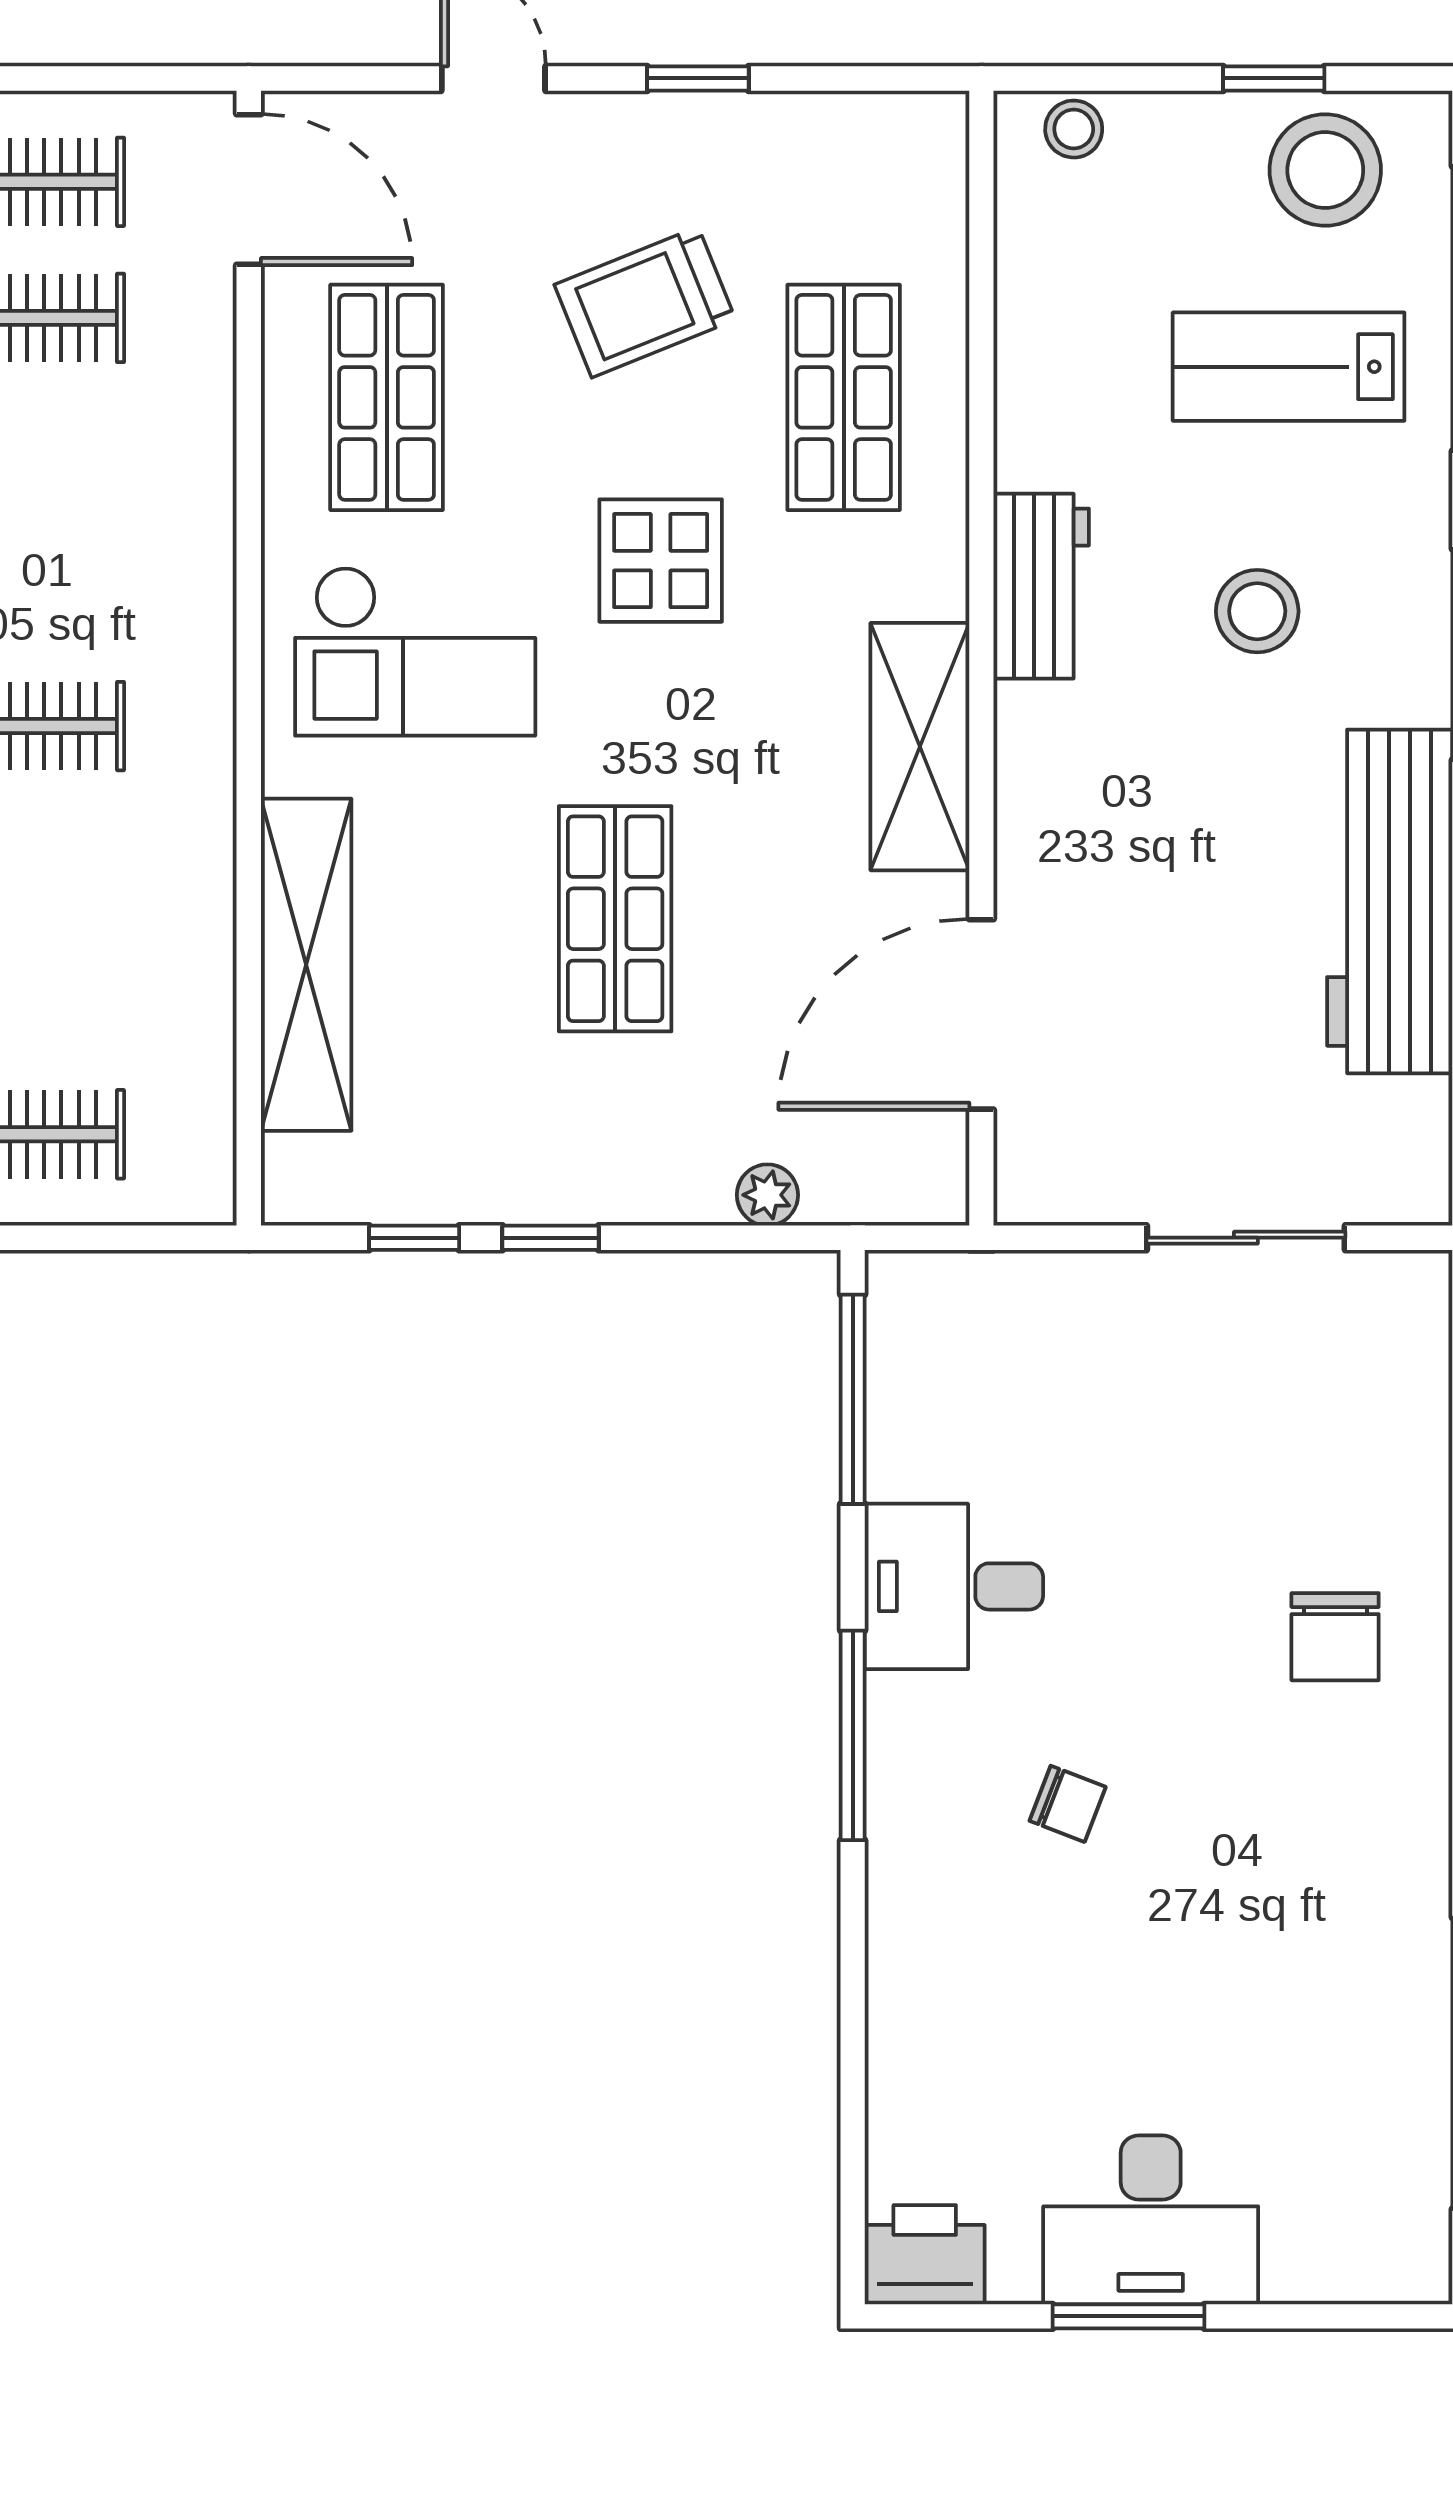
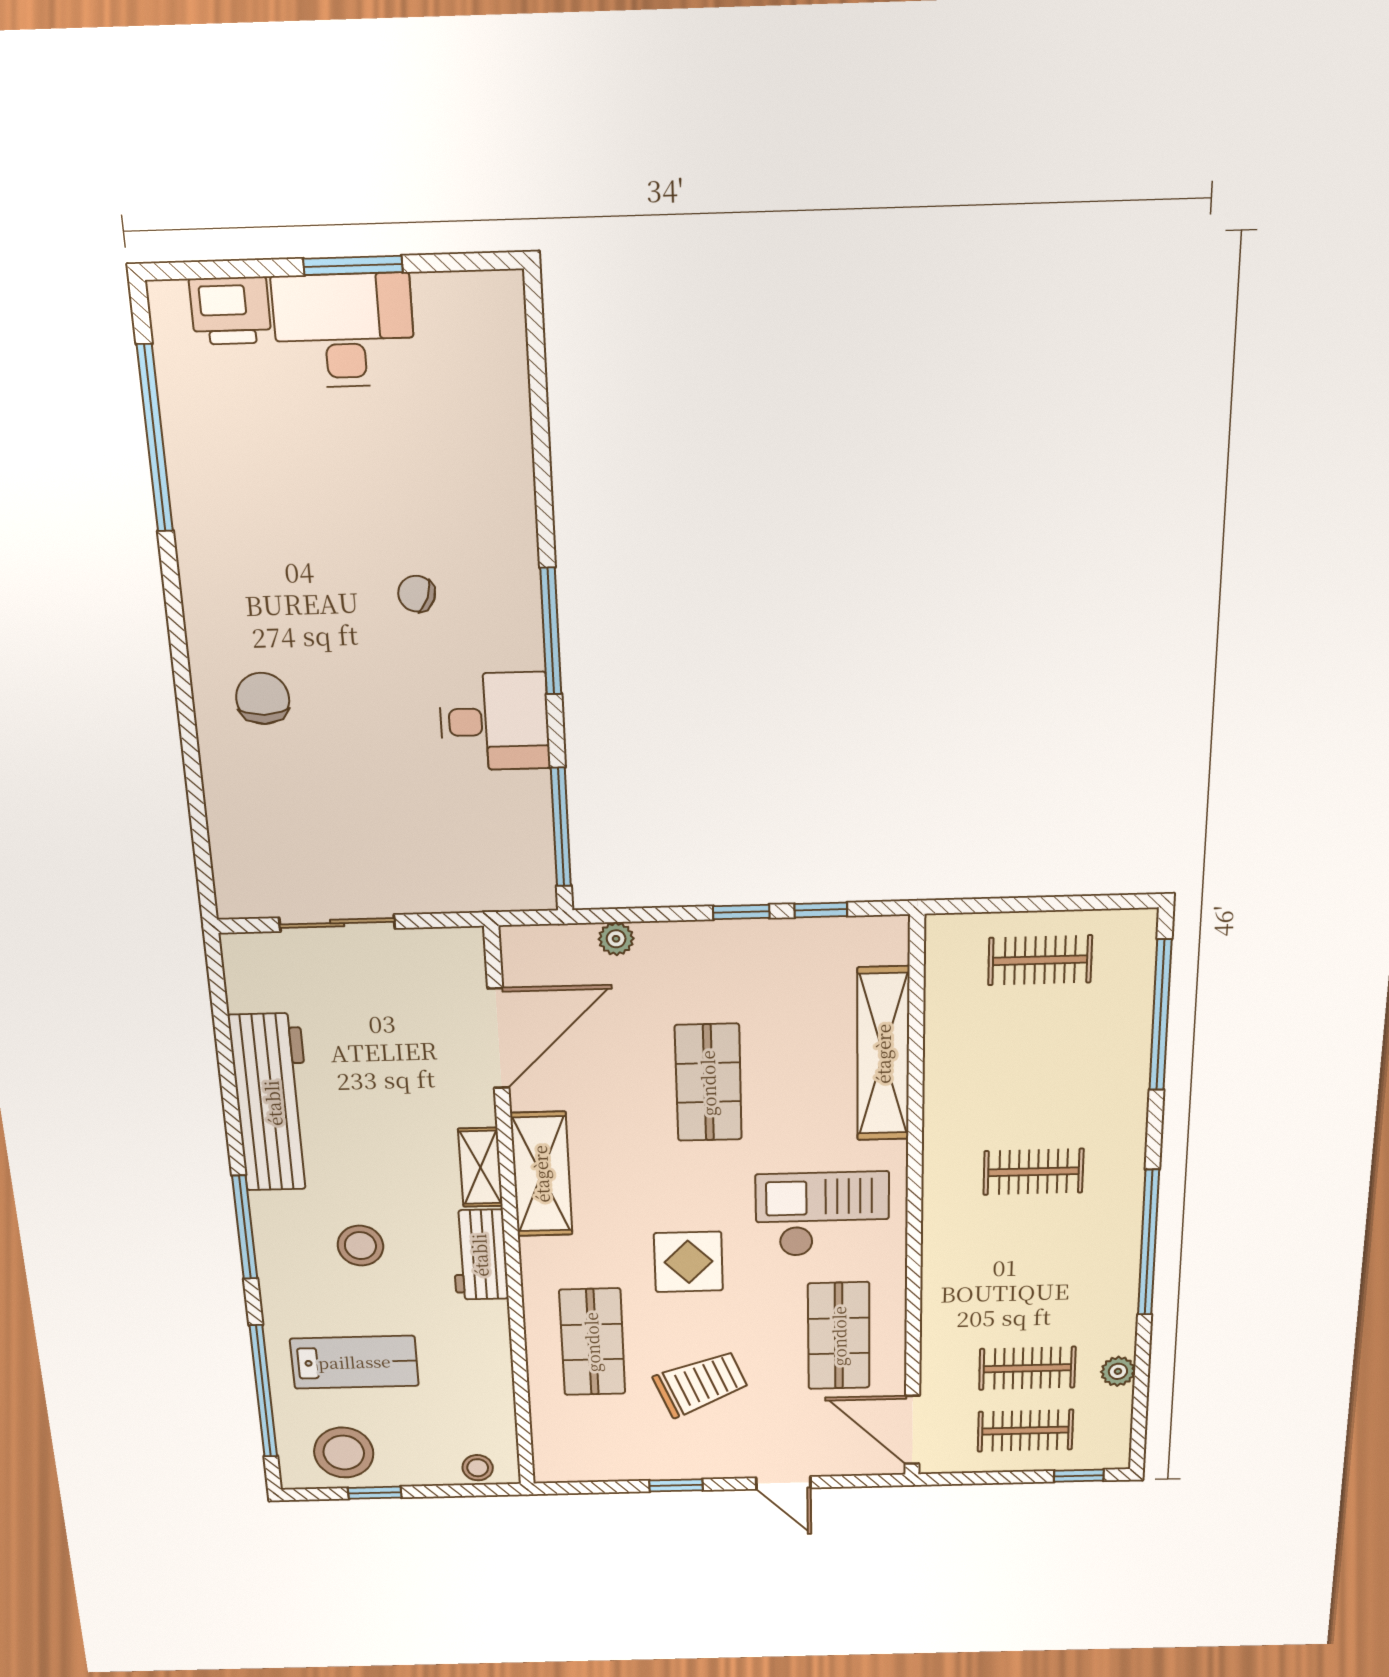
shelving: (1029, 763) -> (480, 1167), added
printer: (925, 2255) -> (230, 311), moved

